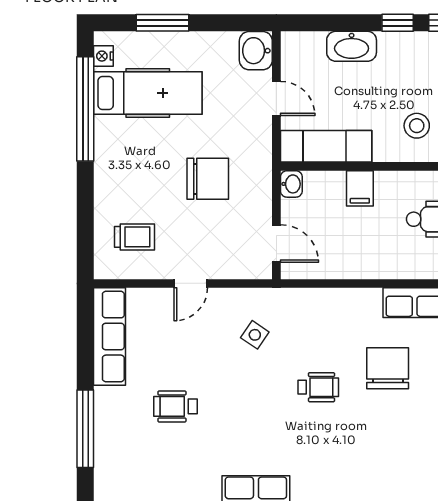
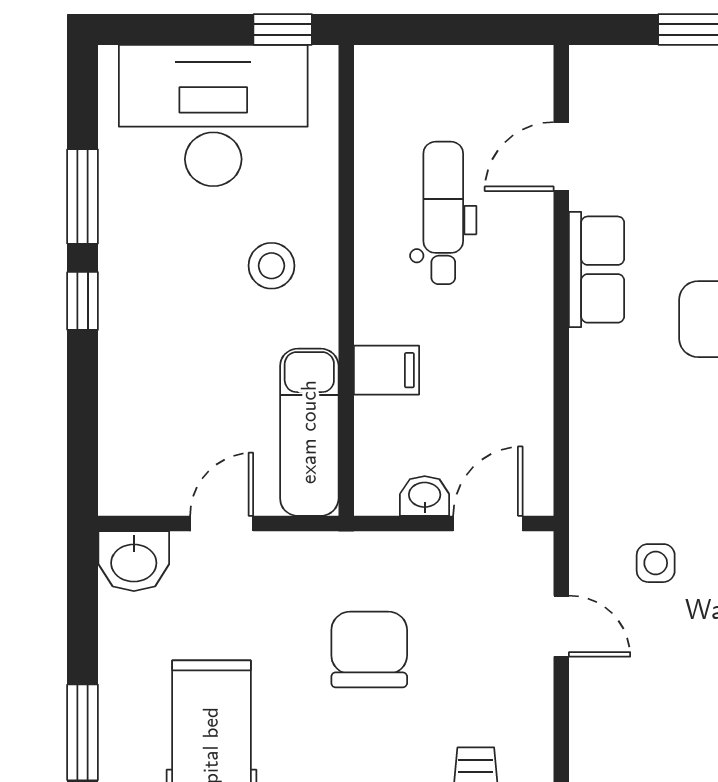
washbasin: (352, 46) -> (126, 385), removed
washbasin: (291, 184) -> (425, 496), moved
door: (191, 283) -> (561, 626), moved
side table: (255, 335) -> (656, 563), turned -34

